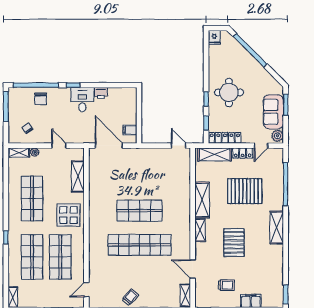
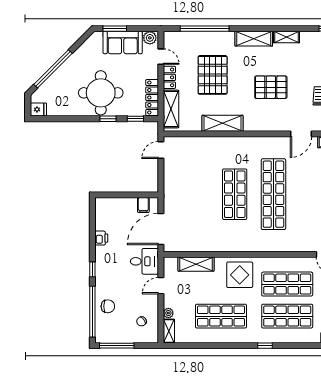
round table: (229, 92) -> (101, 93), width x1.36, depth x1.36
desk: (82, 100) -> (144, 261), moved, turned 180
shelving: (200, 230) -> (286, 37), moved

